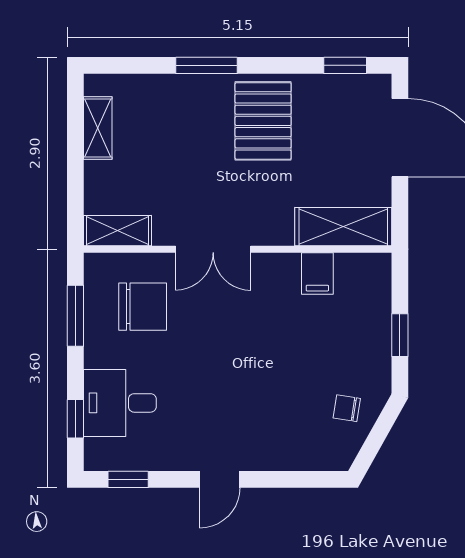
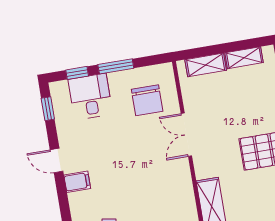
shelving: (118, 231) -> (206, 65), moved, turned 90
filing cabinet: (317, 273) -> (77, 182), moved, turned 180
window: (75, 316) -> (116, 66), moved

